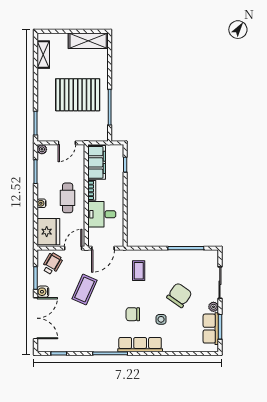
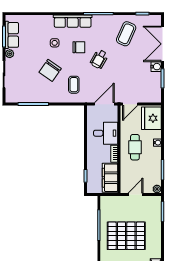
wheelchair: (52, 264) -> (99, 59), moved
coffee table: (84, 289) -> (126, 34), moved
chair: (179, 295) -> (50, 70), moved

